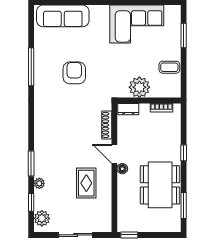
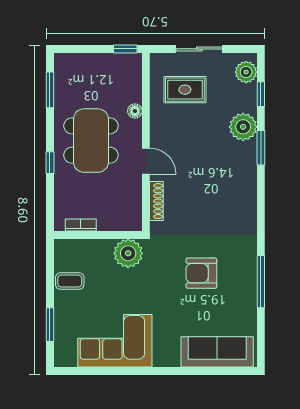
armchair: (74, 73) -> (201, 273), turned 90
plant: (139, 87) -> (128, 253), moved
dresser: (128, 109) -> (127, 223), removed
floor lamp: (122, 169) -> (135, 111), moved
plant: (39, 183) -> (243, 127), width x1.88, depth x1.88
rug: (86, 183) -> (185, 90), moved, turned 90
dining table: (160, 185) -> (91, 141), moved

